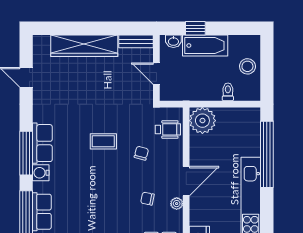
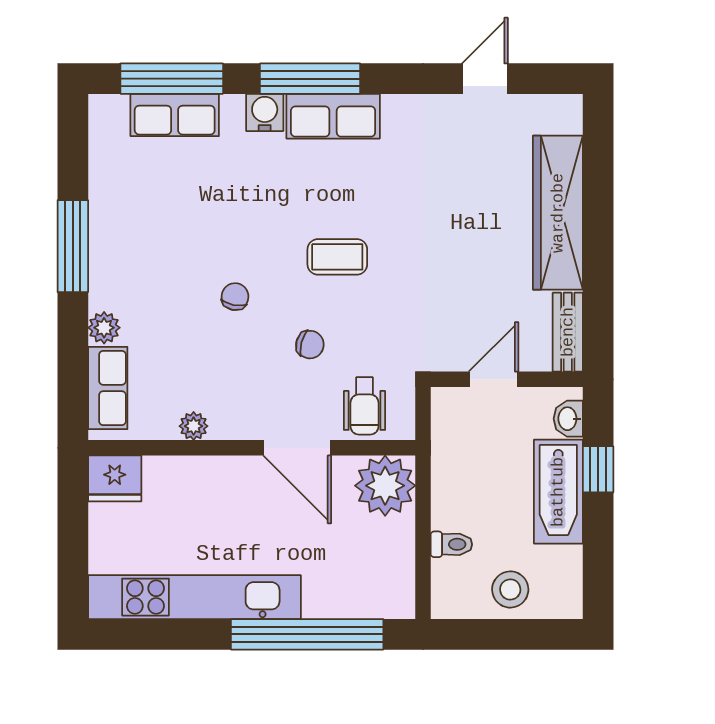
coffee table: (103, 141) -> (337, 257), turned 90
door: (186, 181) -> (297, 448), moved
chair: (147, 199) -> (235, 297), moved

